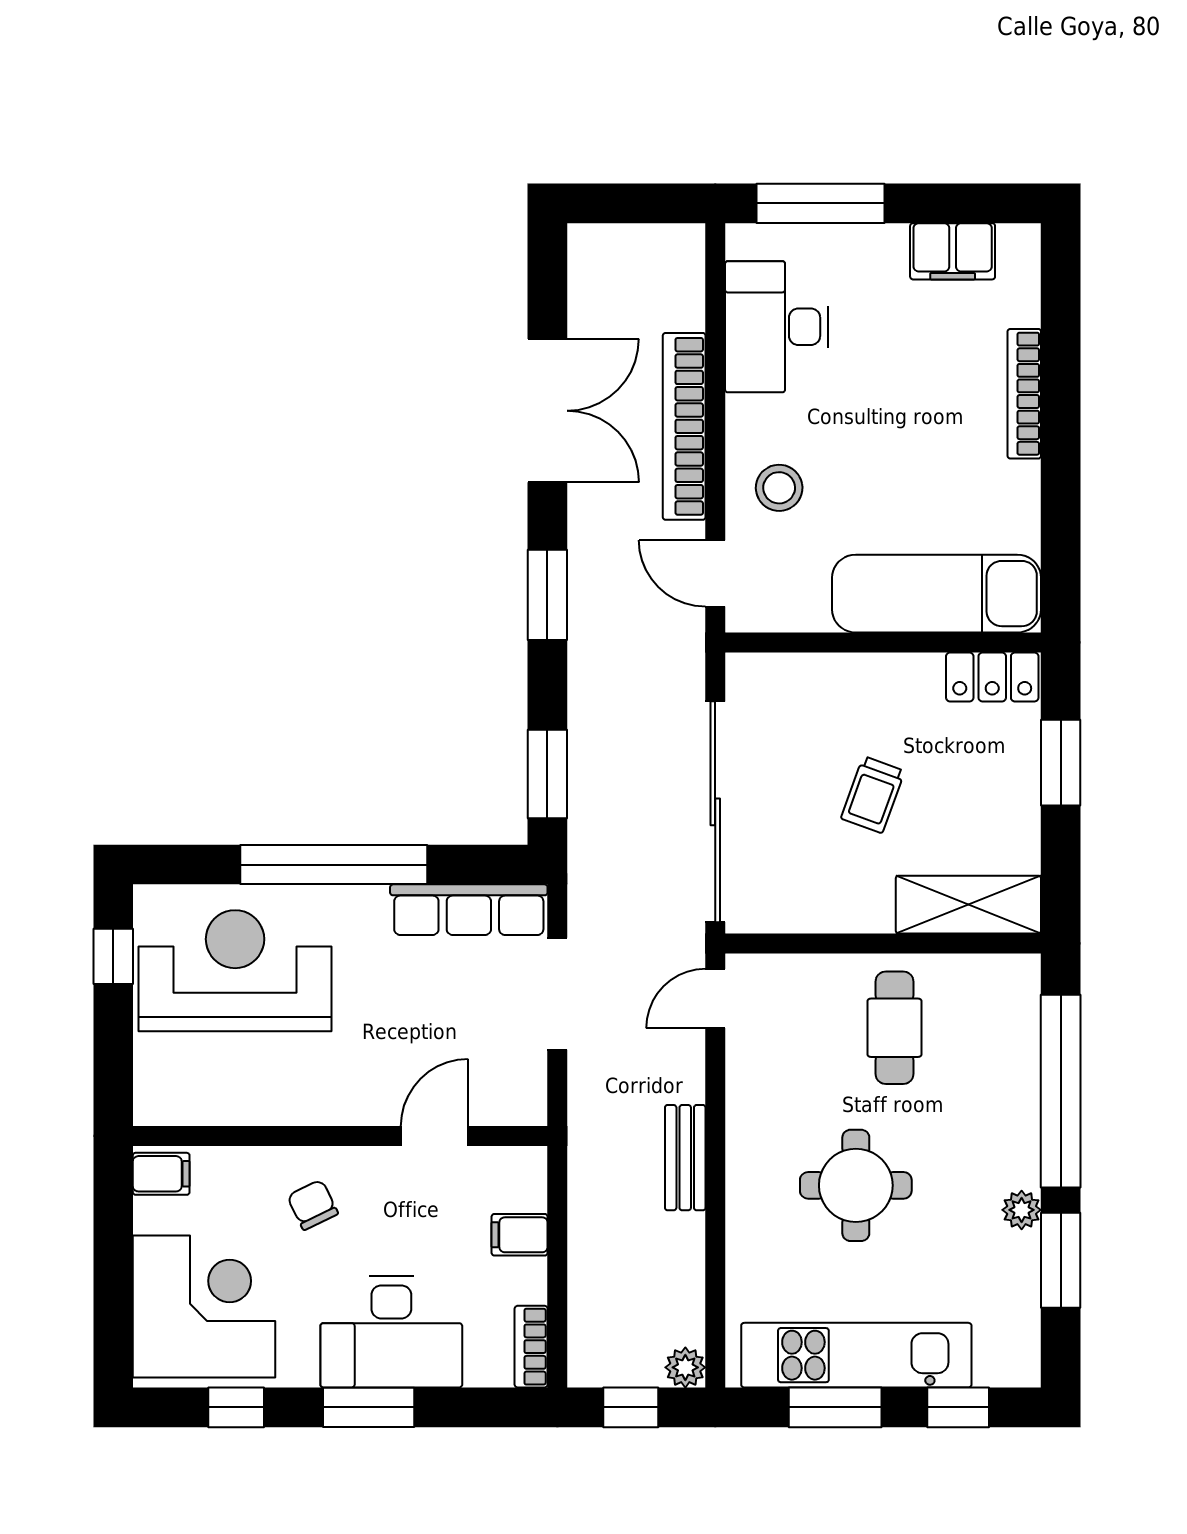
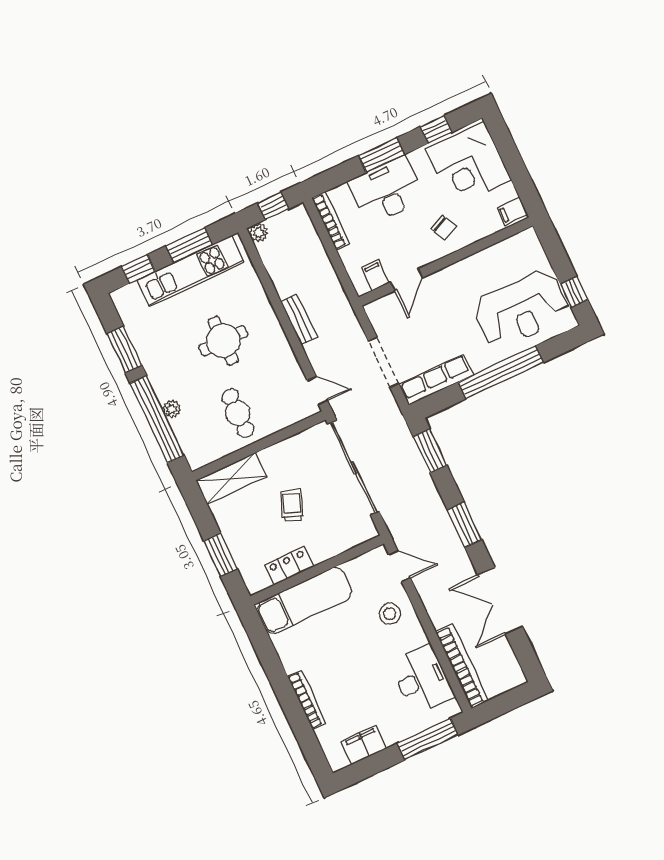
bookcase: (684, 426) -> (462, 666), moved
locker: (992, 677) -> (289, 566), moved
door: (715, 999) -> (317, 391), hinge flipped
plant: (1022, 1210) -> (172, 409), moved
filing cabinet: (520, 1235) -> (376, 275), moved, turned -90
bookcase: (531, 1347) -> (331, 221), width x1.56

